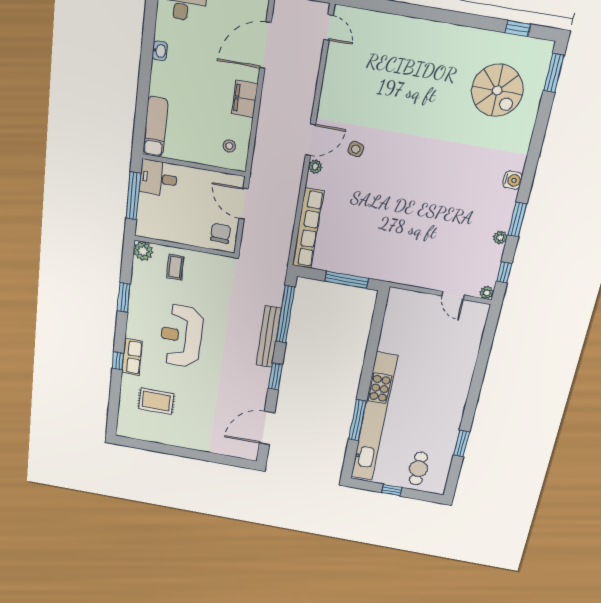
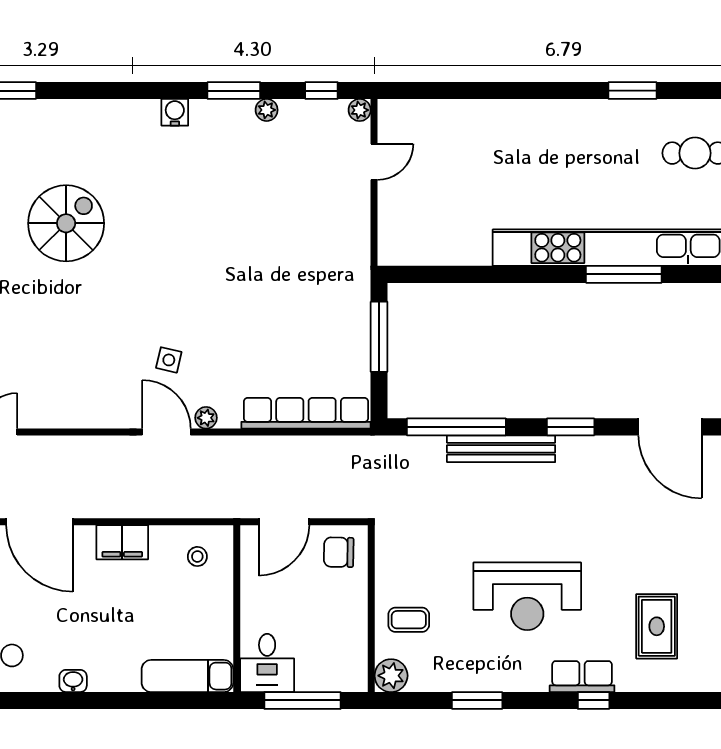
spiral stairs: (497, 90) -> (66, 223), moved

